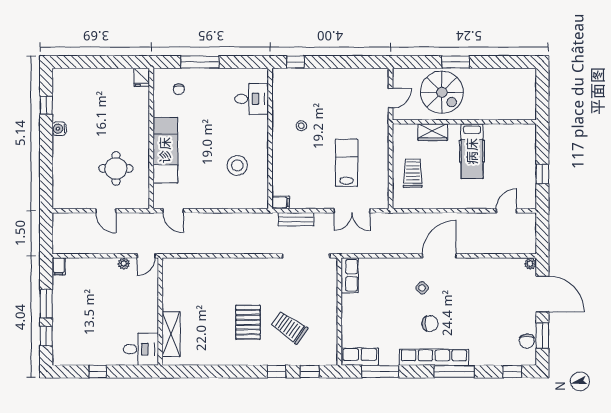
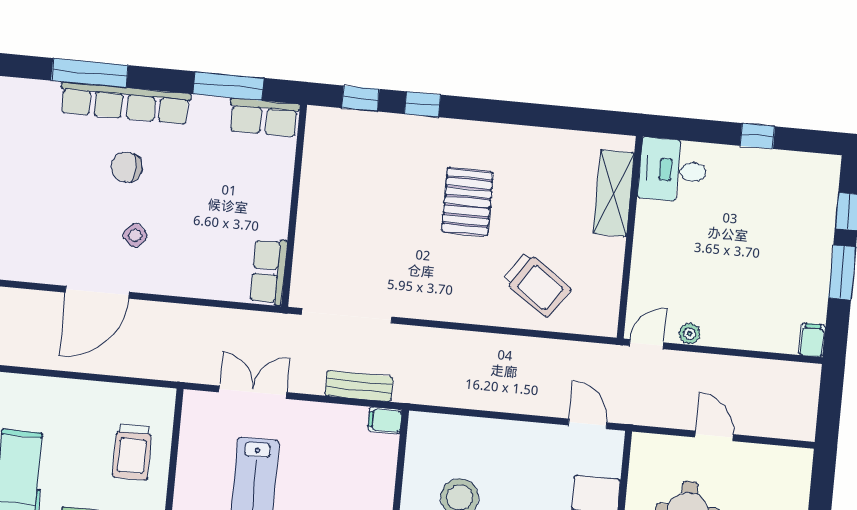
trolley: (289, 327) -> (537, 285), moved

